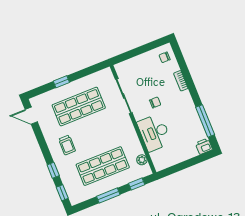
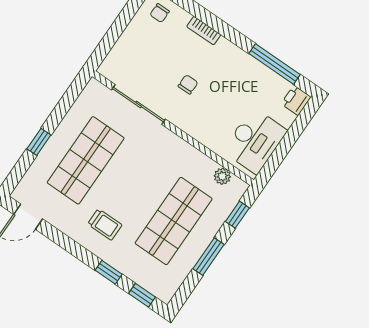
desk: (154, 133) -> (255, 141), moved, turned -90

